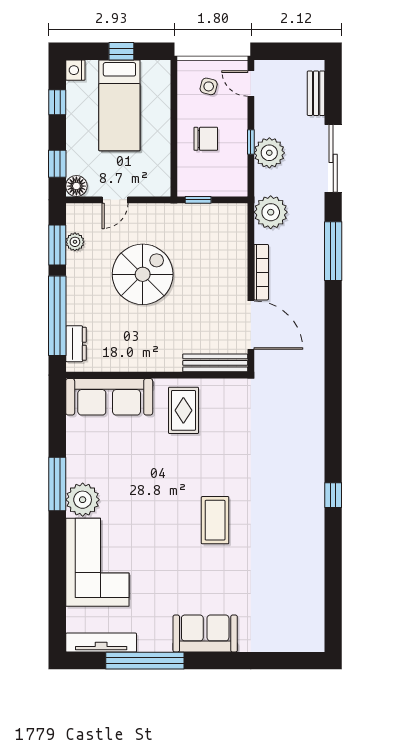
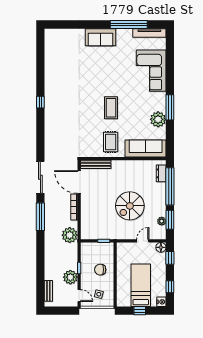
plant: (269, 153) -> (70, 277), moved
sliding door: (333, 158) -> (40, 177), moved
plant: (83, 500) -> (158, 119), moved
coffee table: (215, 520) -> (111, 108), moved

